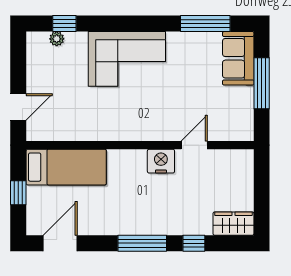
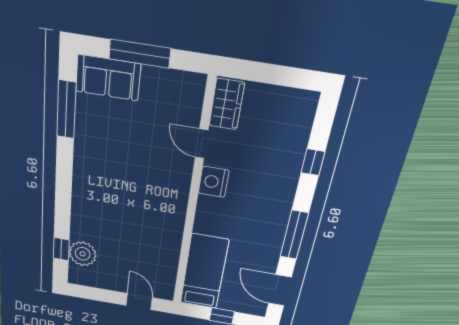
plant: (57, 39) -> (83, 254), width x1.87, depth x1.87
corner sofa: (127, 59) -> (100, 198), removed
wardrobe: (233, 224) -> (227, 104), moved, turned 180
window: (142, 243) -> (294, 235), moved

